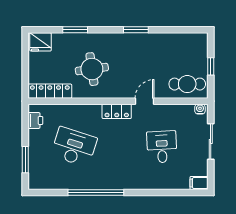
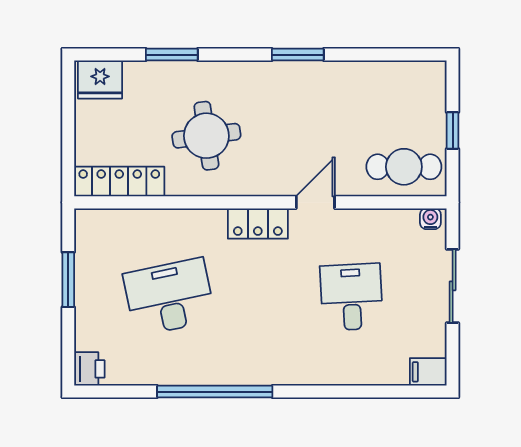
printer: (35, 120) -> (89, 369), moved
desk: (74, 147) -> (169, 297), turned -30
window: (25, 160) -> (68, 280), moved

